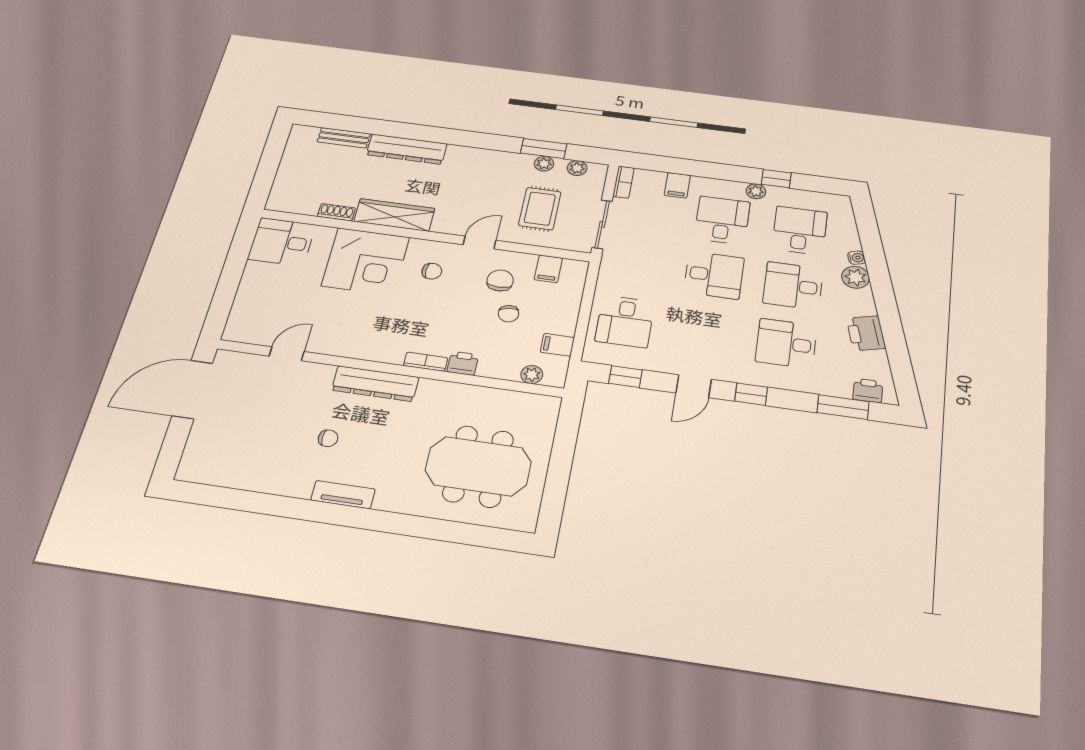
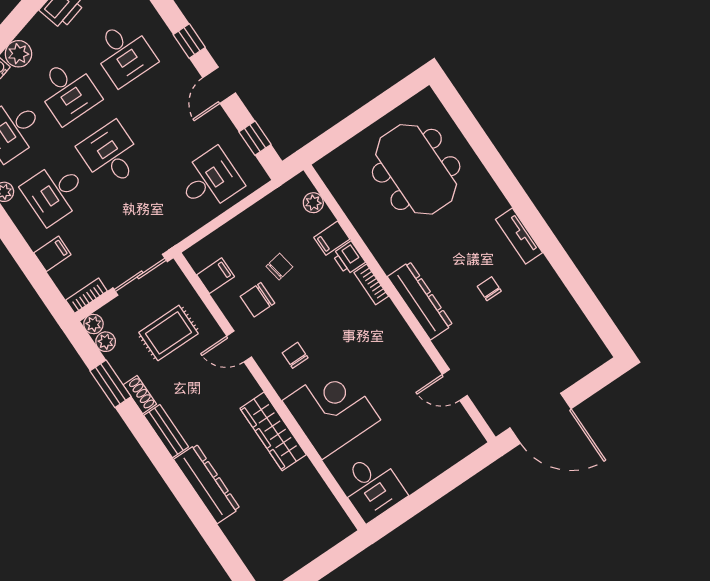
bench: (344, 138) -> (166, 431), moved
plant: (544, 164) -> (93, 324), moved
shoe rack: (336, 212) -> (140, 395), moved, turned 180
filing cabinet: (557, 345) -> (332, 238), moved, turned 90
door: (694, 386) -> (219, 85), swing flipped

